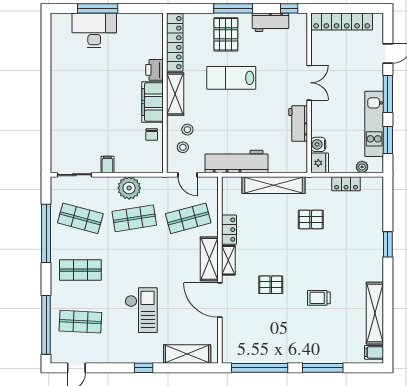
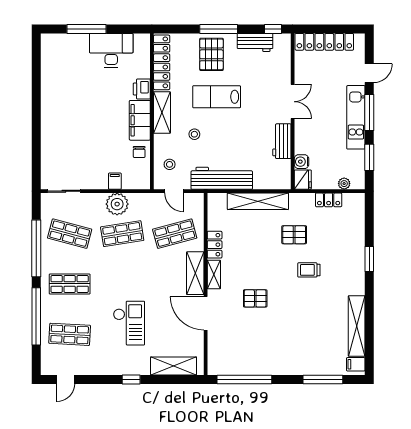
desk: (94, 30) -> (111, 50), moved
kitchen unit: (374, 124) -> (356, 117), moved
stool: (187, 130) -> (194, 134), moved
filing cabinet: (107, 164) -> (115, 181), moved
trolley: (319, 298) -> (309, 270), moved
window: (46, 325) -> (36, 316), moved
window: (323, 368) -> (323, 379), moved

